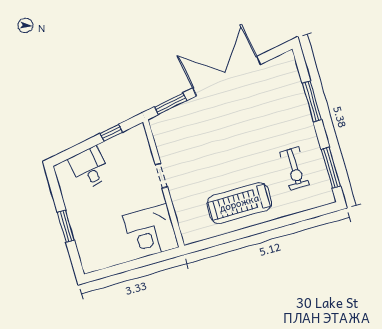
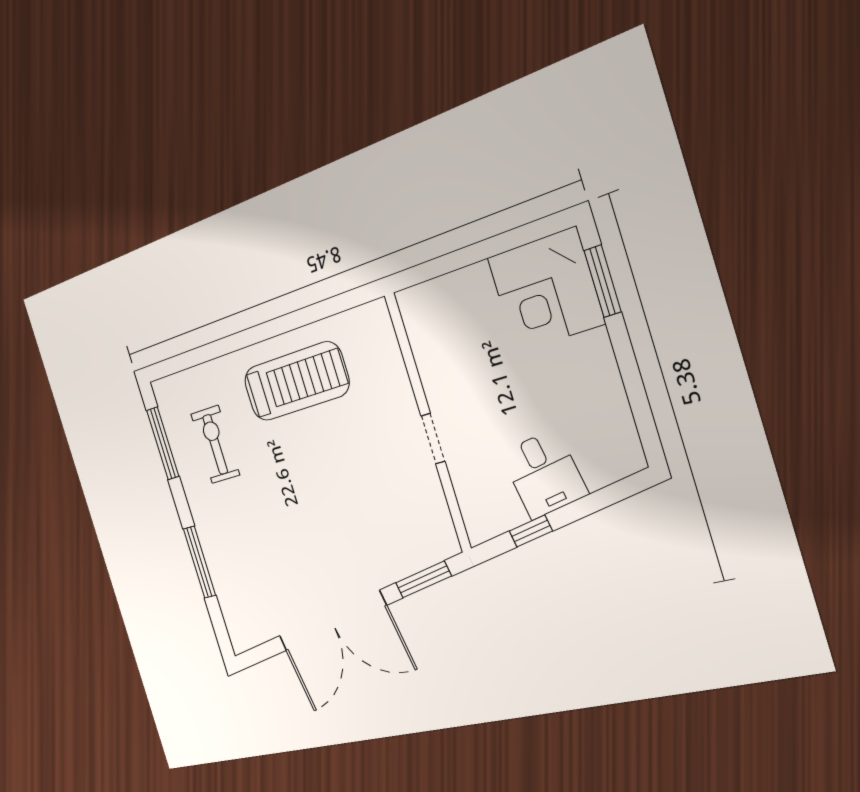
desk: (89, 168) -> (544, 474), moved
window: (66, 226) -> (603, 281), moved
corner desk: (151, 231) -> (546, 290), moved, turned 180

